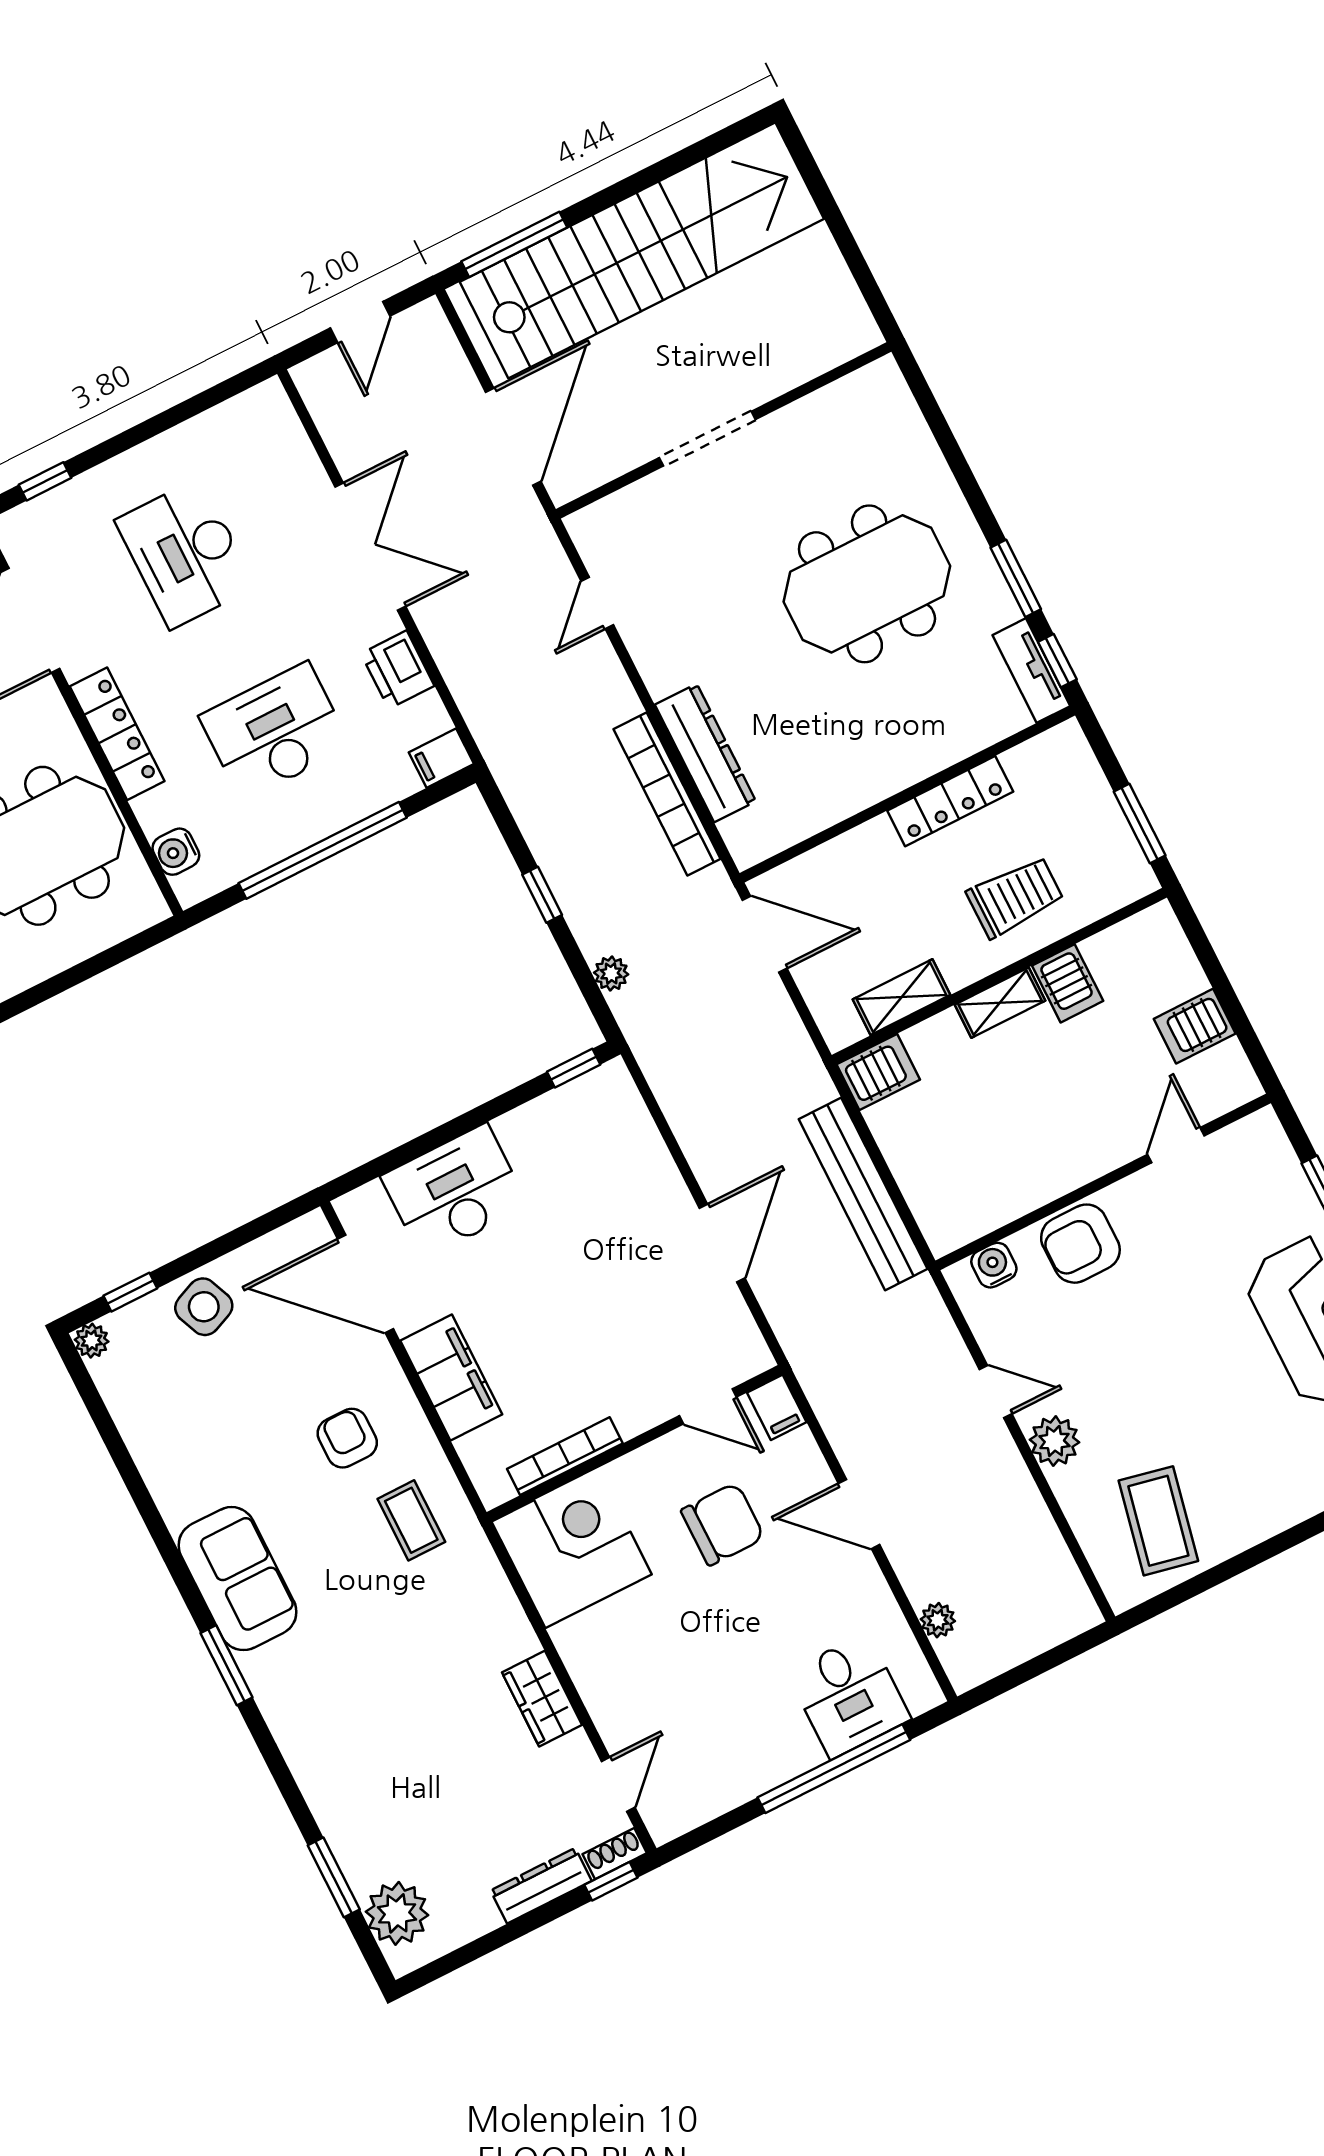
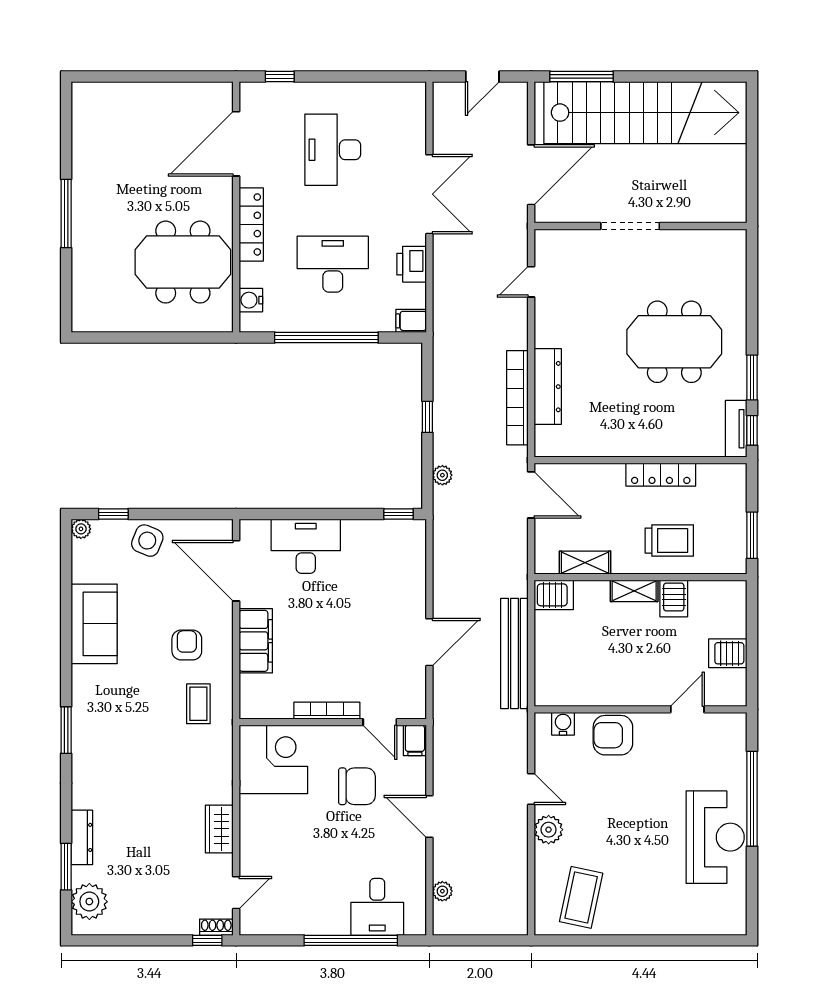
side table: (204, 1307) -> (147, 541), turned 45
bookcase: (565, 1456) -> (327, 711), moved
sofa: (238, 1579) -> (94, 624), moved
dresser: (541, 1886) -> (82, 837), moved, turned 90

